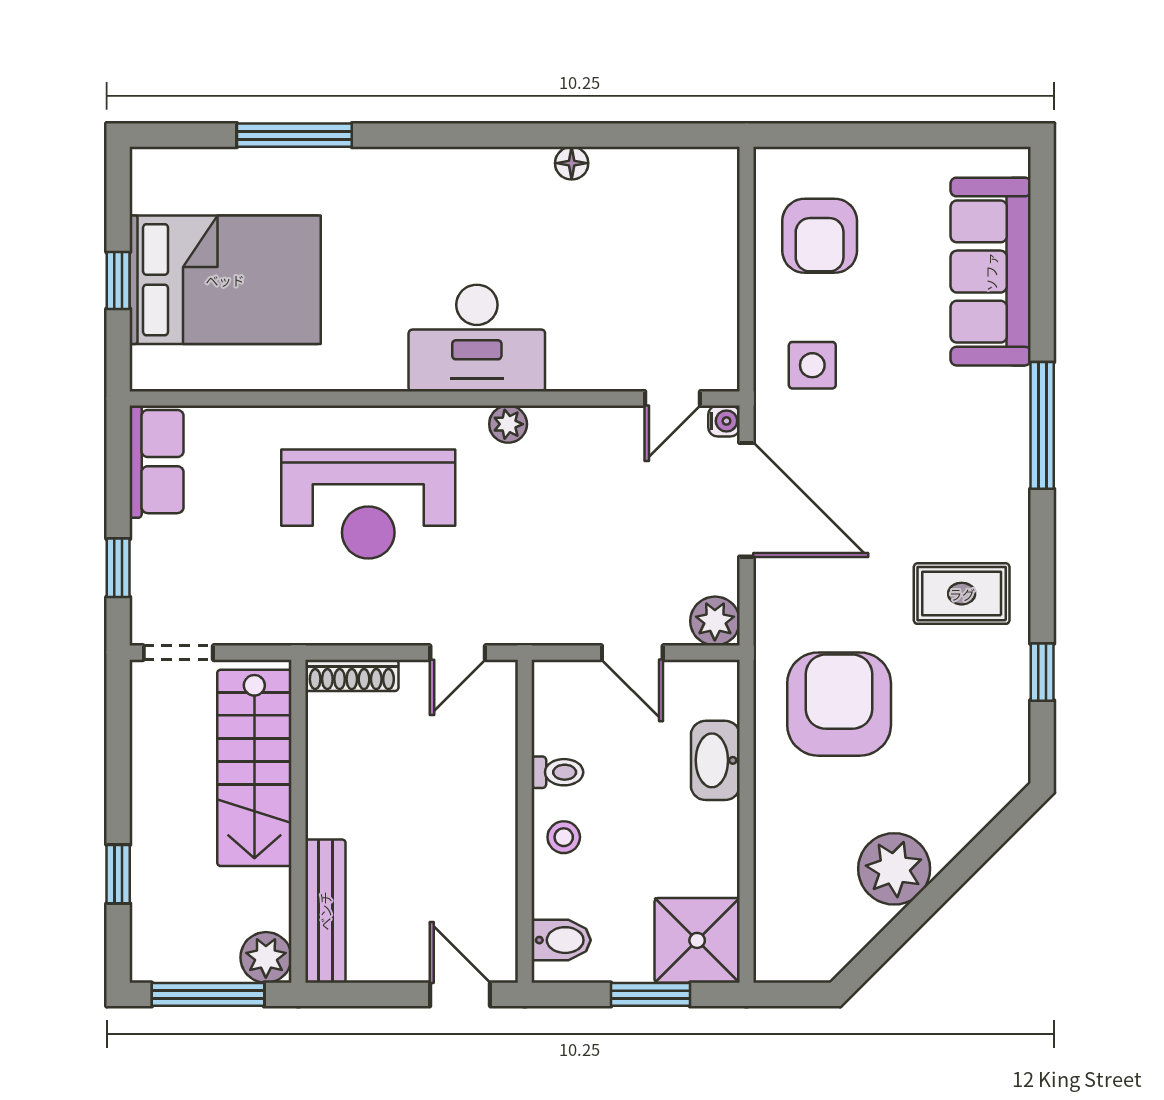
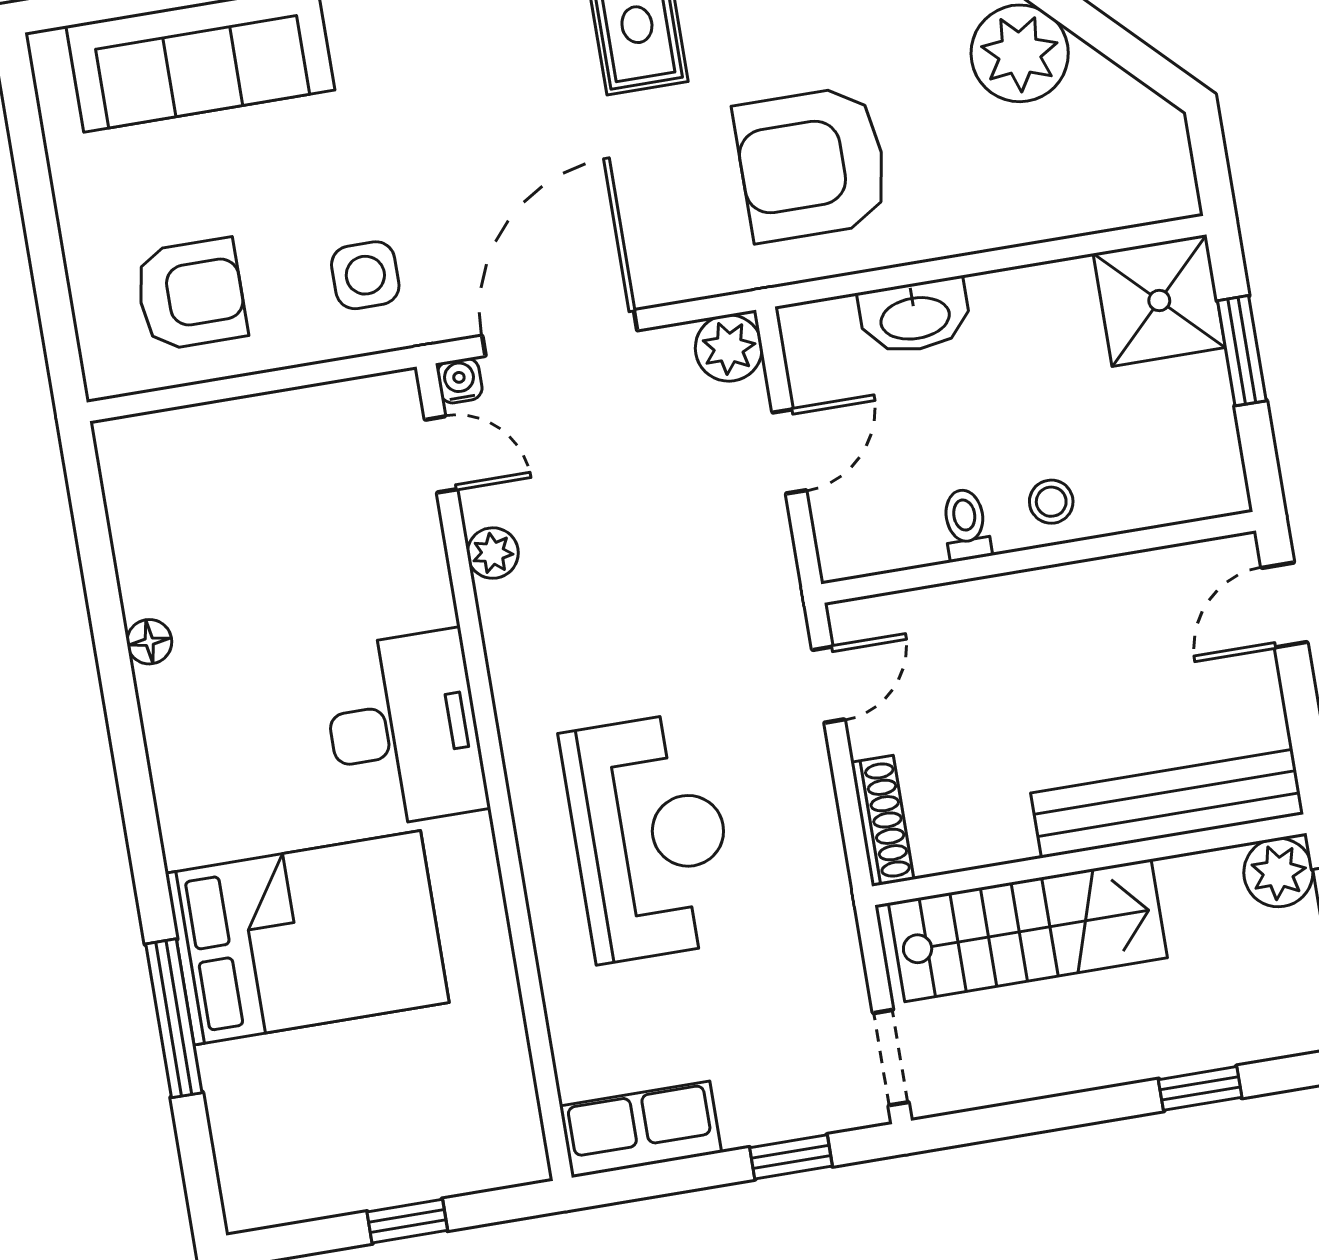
bed: (225, 280) -> (307, 938), moved, turned 90
plant: (508, 424) -> (493, 553), moved
door: (458, 653) -> (828, 685), hinge flipped
bench: (325, 911) -> (1167, 804), width x1.37, depth x1.21
bidet: (561, 940) -> (1189, 482), removed

